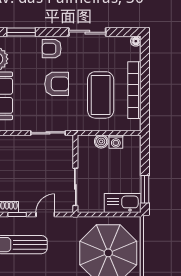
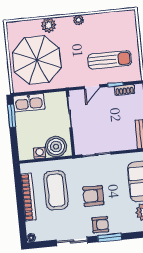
window: (21, 32) -> (110, 238), moved
boiler: (101, 141) -> (56, 147), width x1.86, depth x1.86

